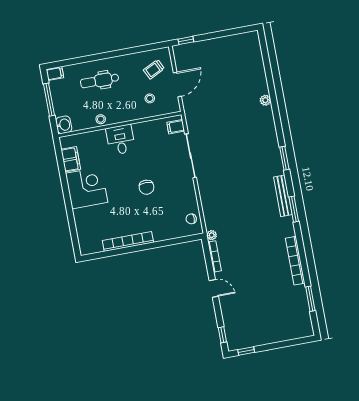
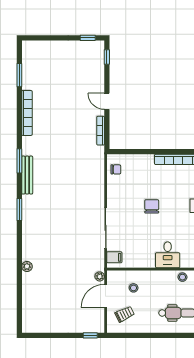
plant: (212, 235) -> (100, 276), moved

